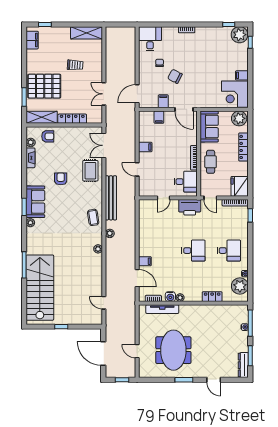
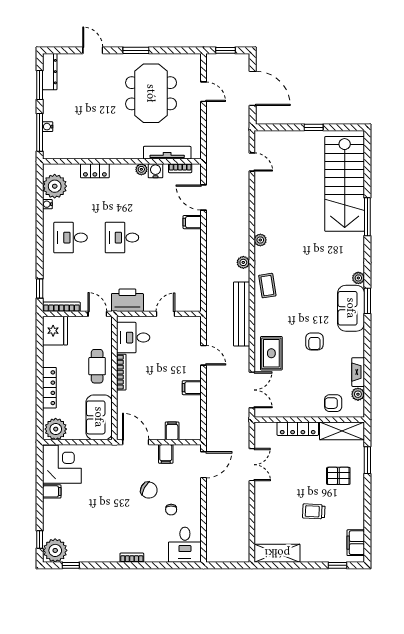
trolley: (75, 65) -> (314, 511), moved
pallet: (44, 86) -> (338, 476), width x0.49, depth x0.50

